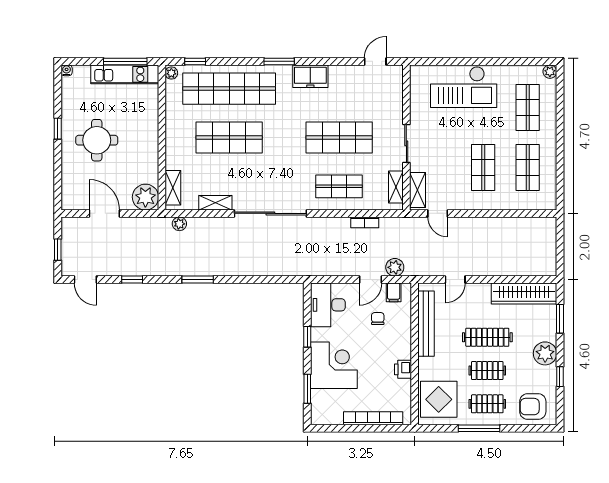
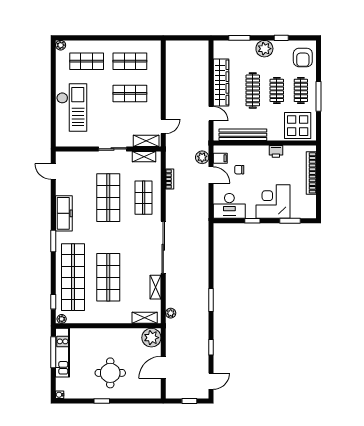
freezer: (310, 76) -> (64, 213), width x1.40
wardrobe: (524, 293) -> (221, 82), moved

